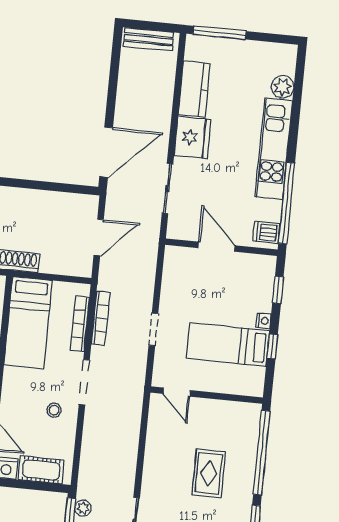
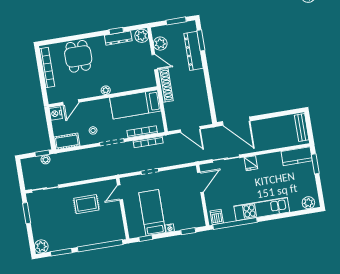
window: (219, 33) -> (315, 164), width x0.69
plant: (283, 87) -> (308, 203), moved
kitchen counter: (194, 89) -> (297, 156), moved
fridge: (193, 137) -> (251, 163), width x0.53, depth x0.75
door: (216, 247) -> (200, 182), moved
window: (272, 347) -> (146, 238), moved
cot: (41, 470) -> (67, 141), moved, turned 90
rug: (209, 473) -> (86, 204), moved

